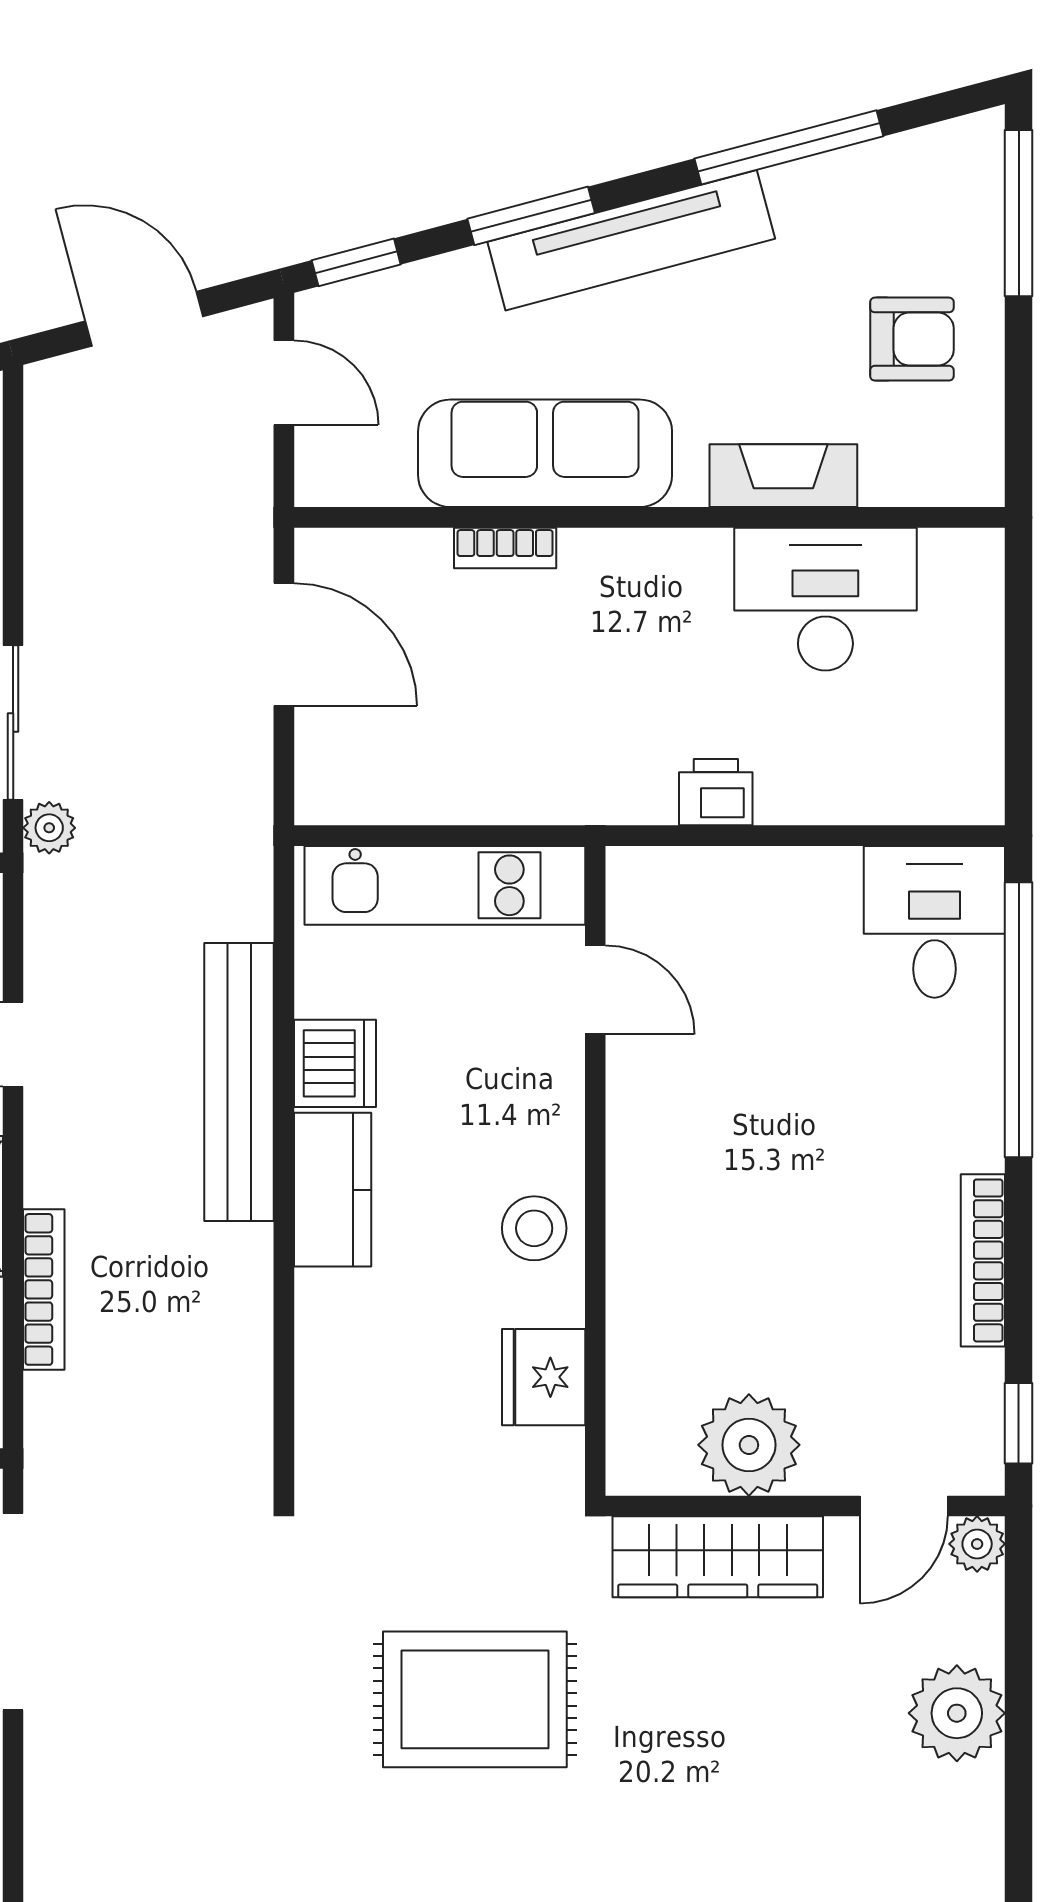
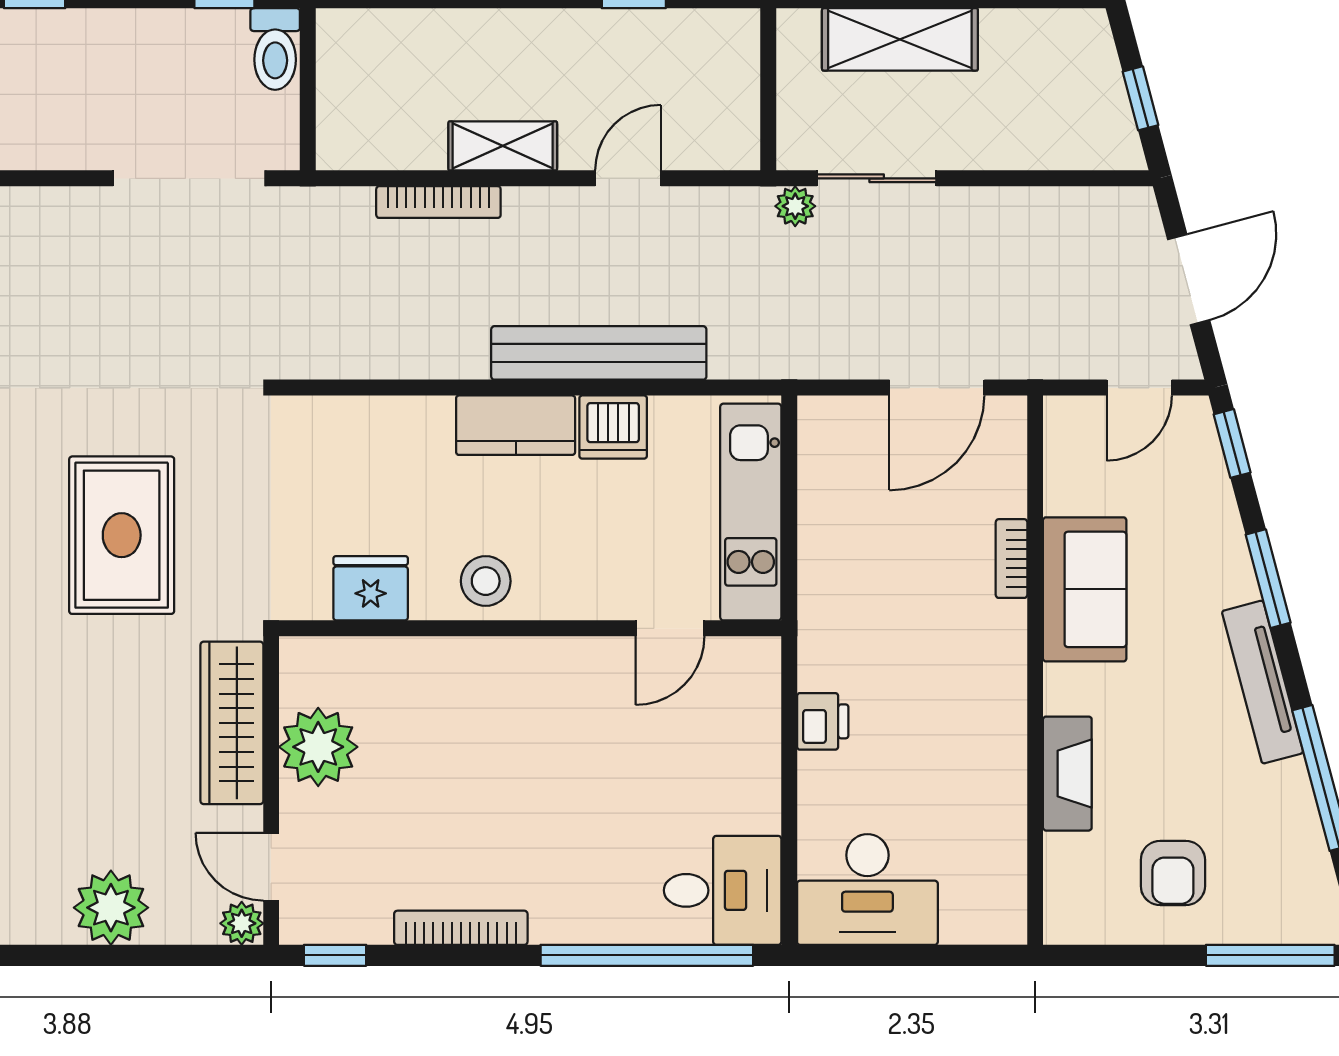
tv unit: (631, 240) -> (1263, 682), width x0.73, depth x0.78
sofa: (545, 453) -> (1085, 589), width x0.73
desk: (825, 599) -> (867, 890), moved, turned 90

